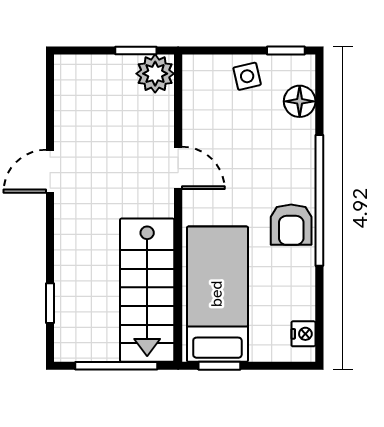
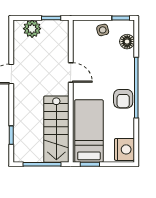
plant: (155, 74) -> (32, 29), moved
nightstand: (303, 334) -> (124, 149), width x1.89, depth x1.79

